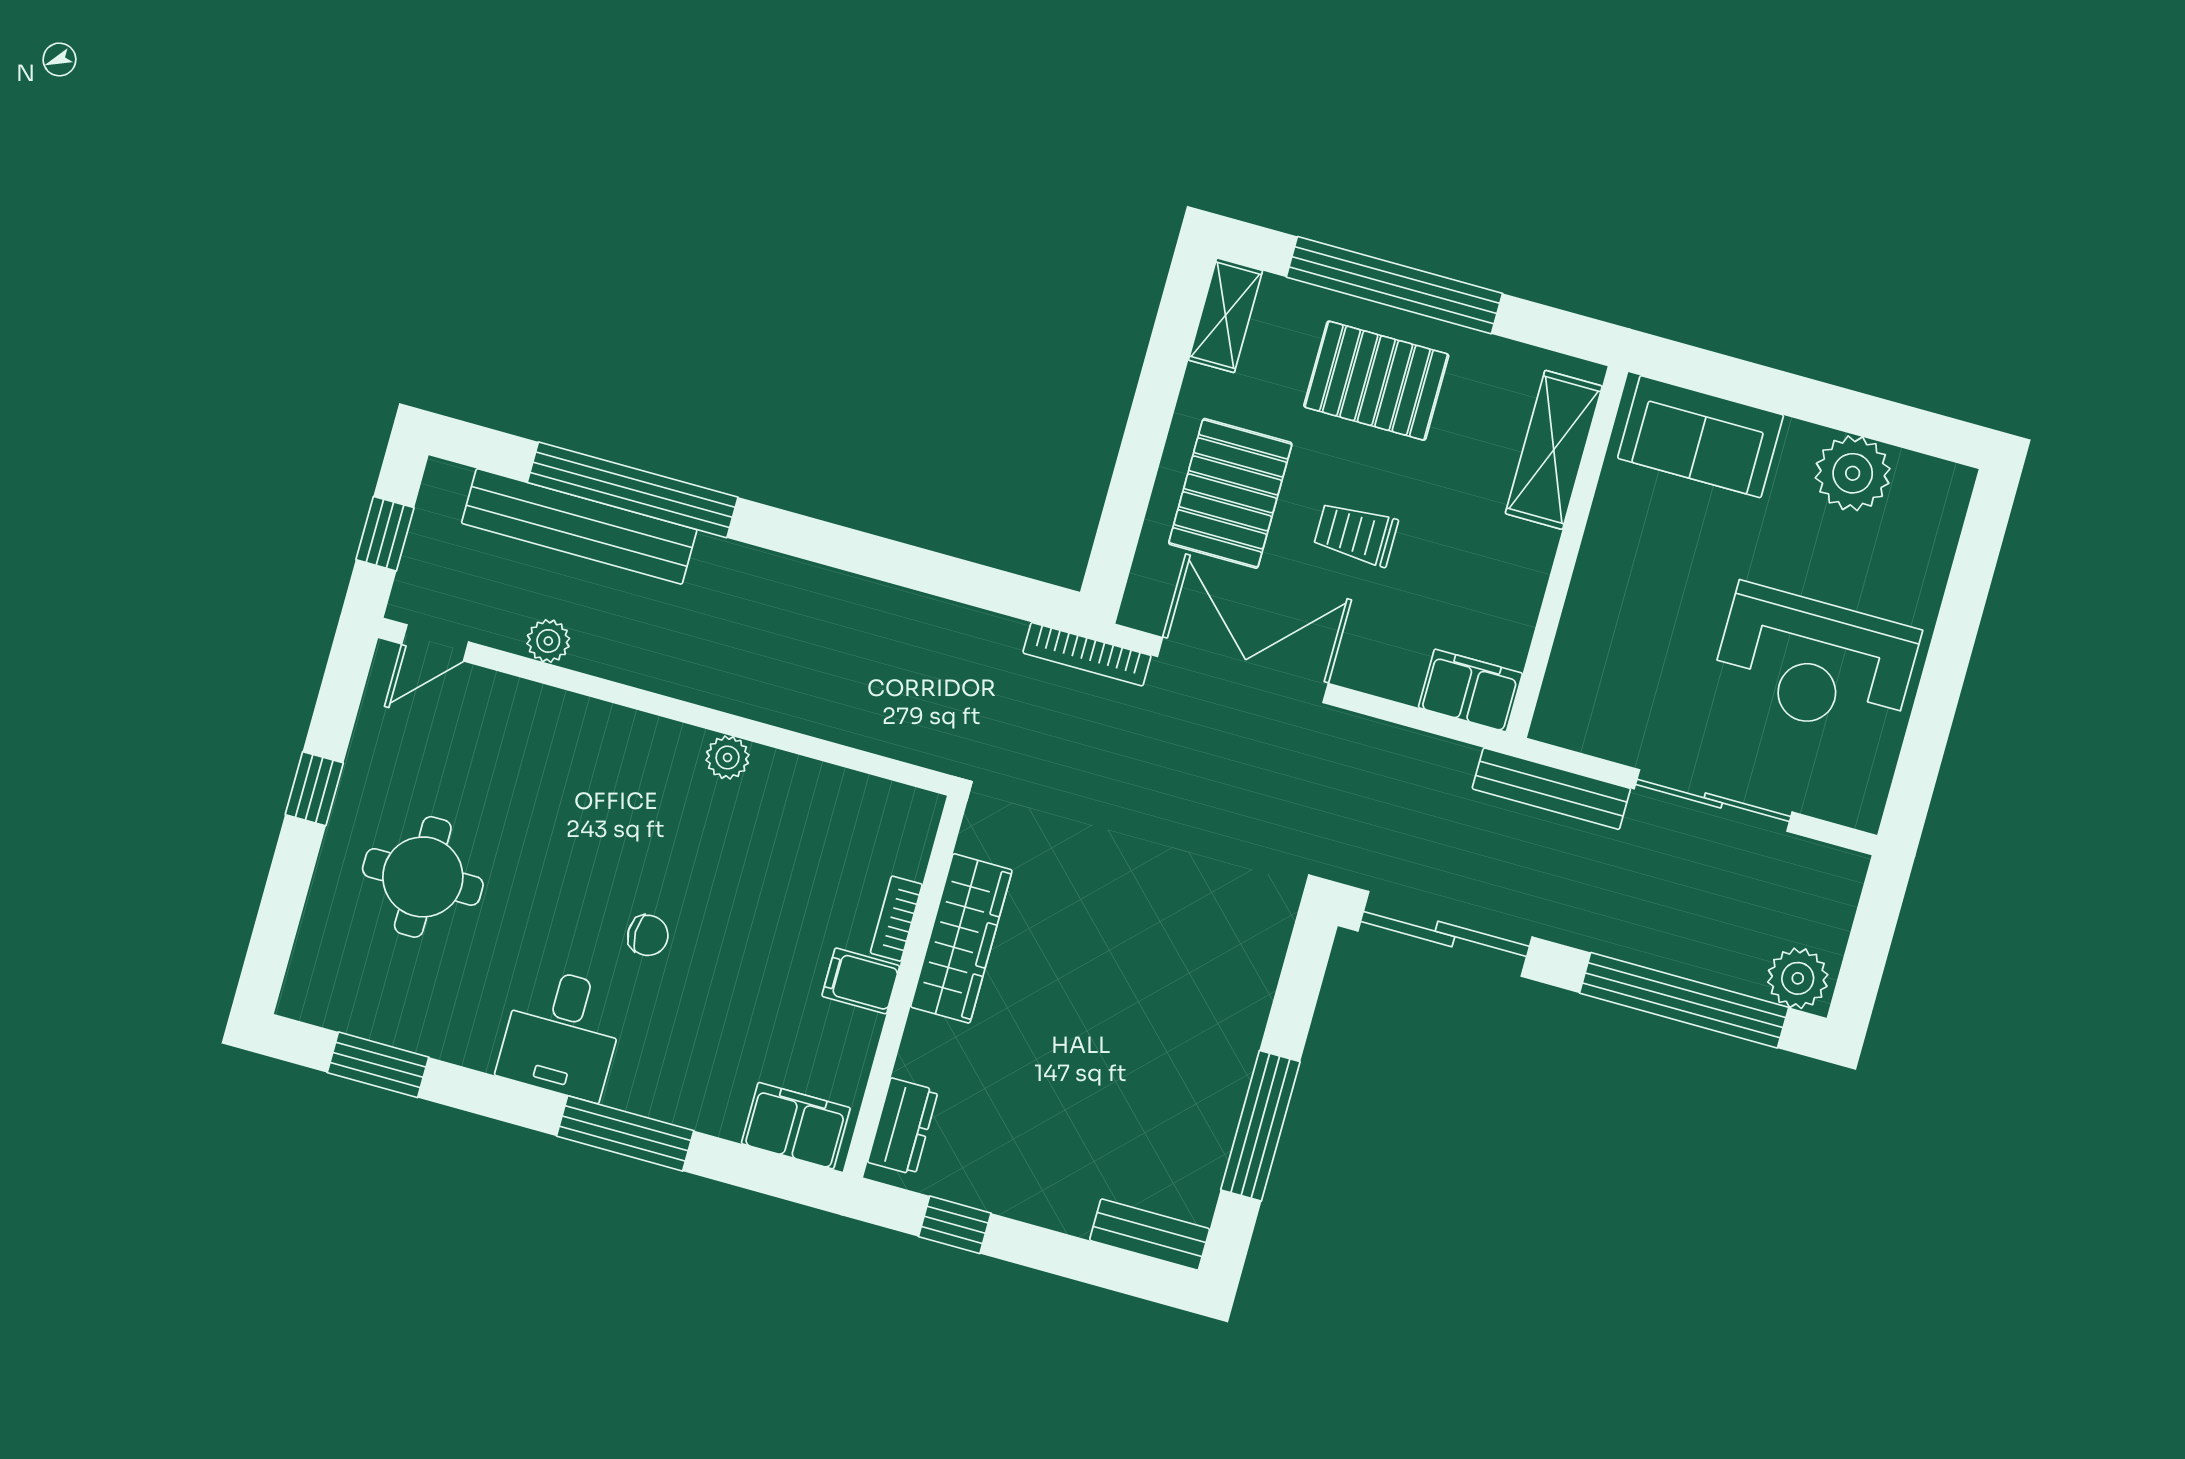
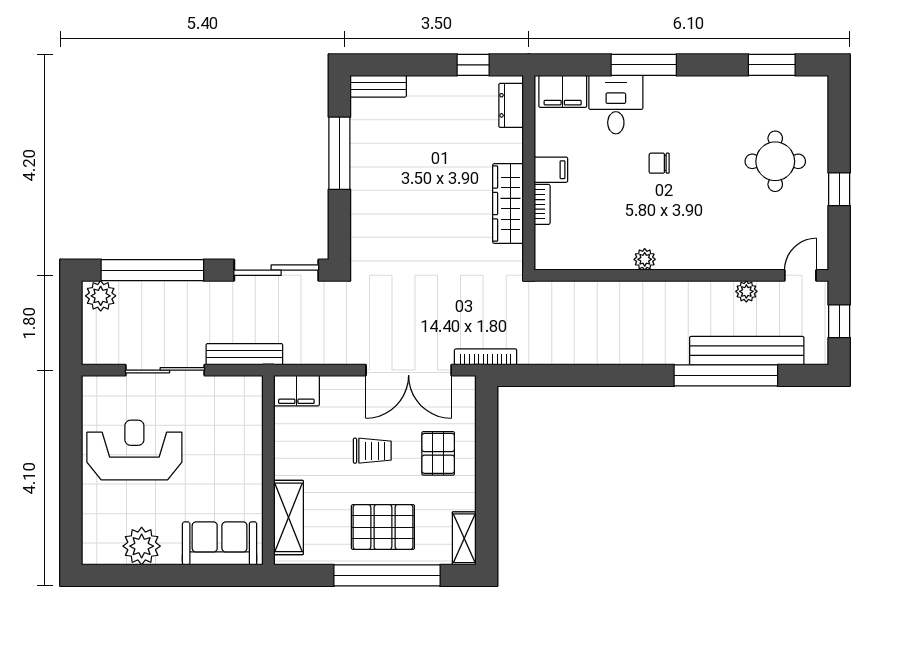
pallet: (1230, 493) -> (438, 453), width x0.67, depth x0.71
desk: (562, 1033) -> (616, 105), moved

